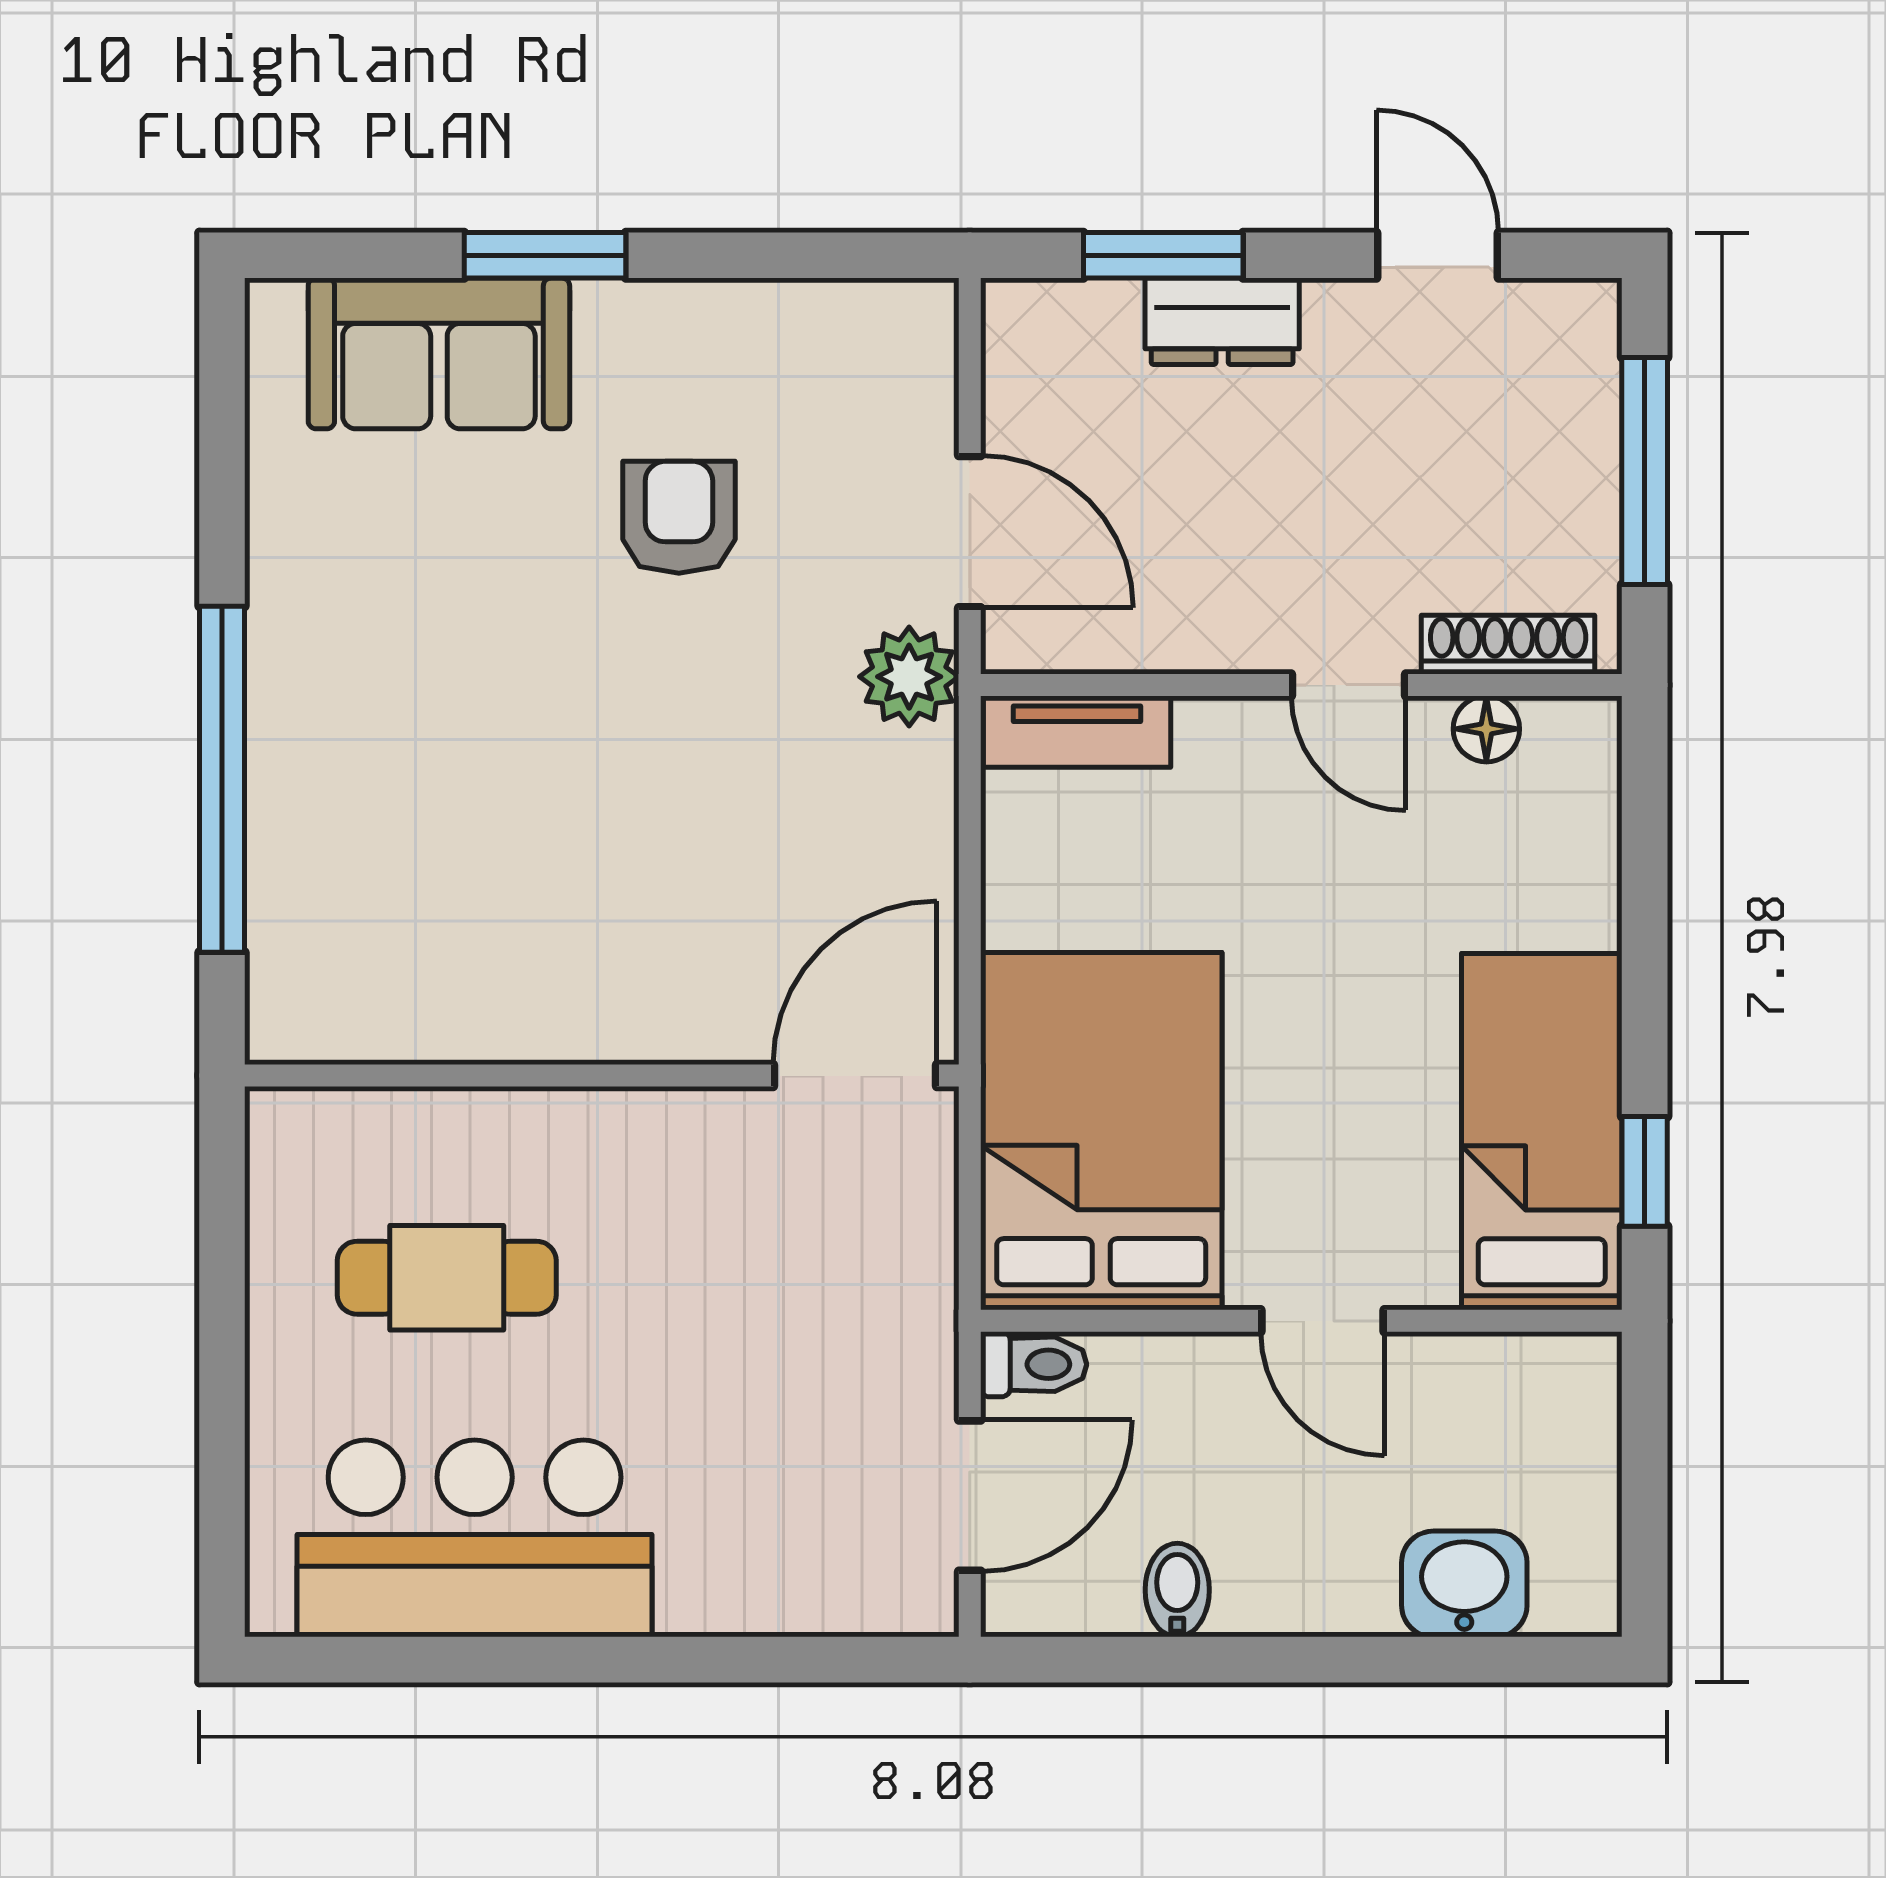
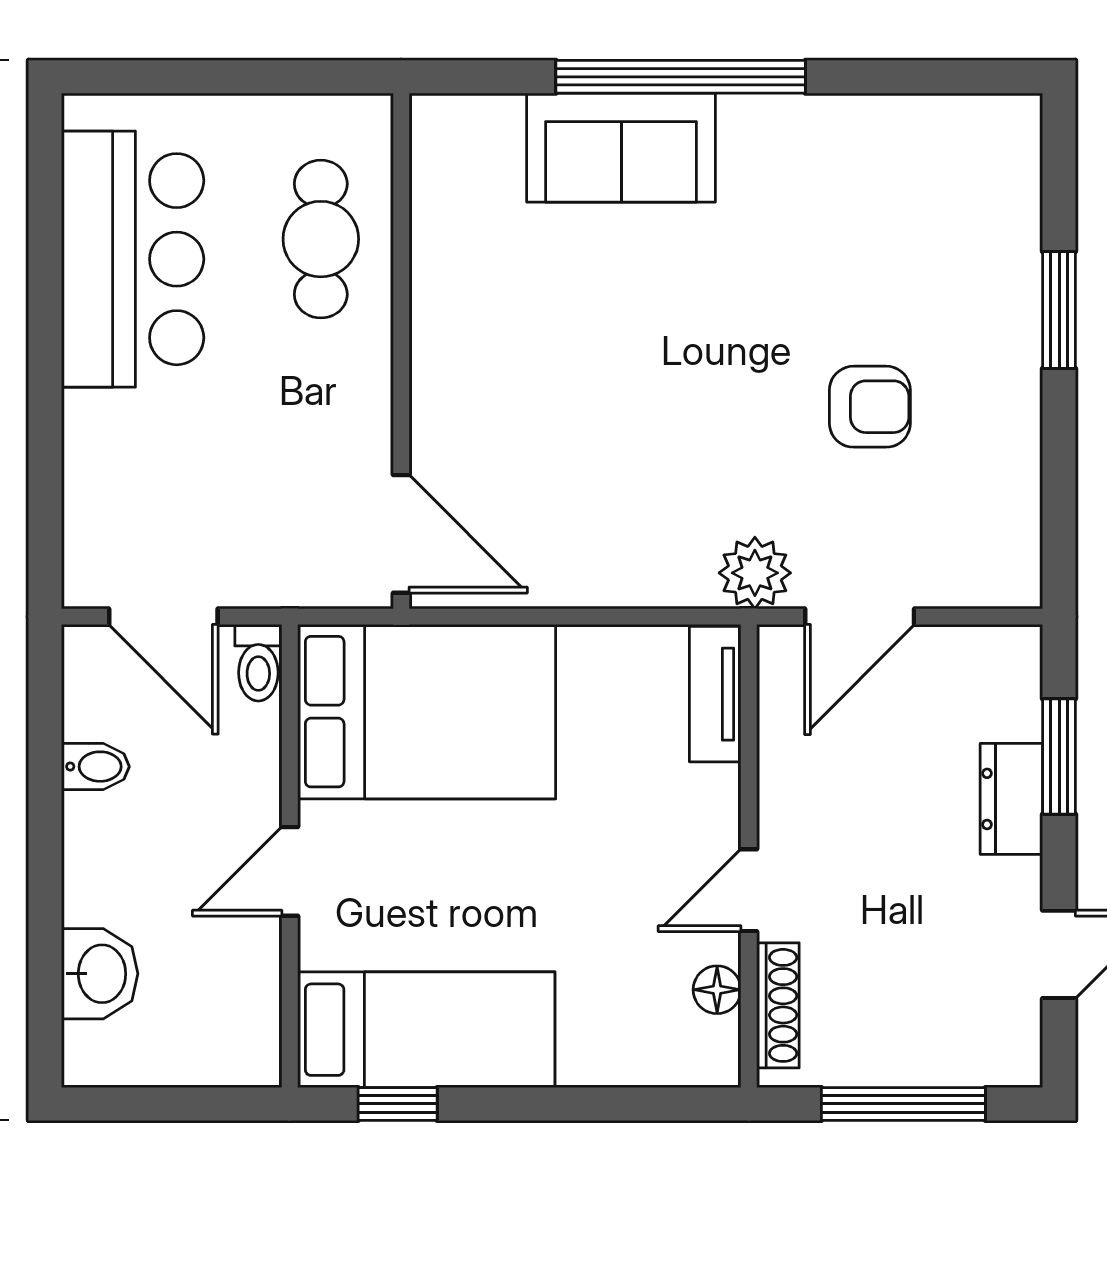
sofa: (439, 353) -> (621, 148), moved, turned -90
wall: (602, 1076) -> (401, 351), moved
door: (855, 1076) -> (401, 534), moved

